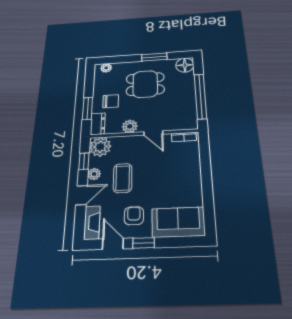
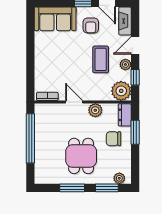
window: (119, 59) -> (107, 188), added
floor lamp: (185, 65) -> (43, 175), removed
dining table: (145, 84) -> (81, 156), turned 90

